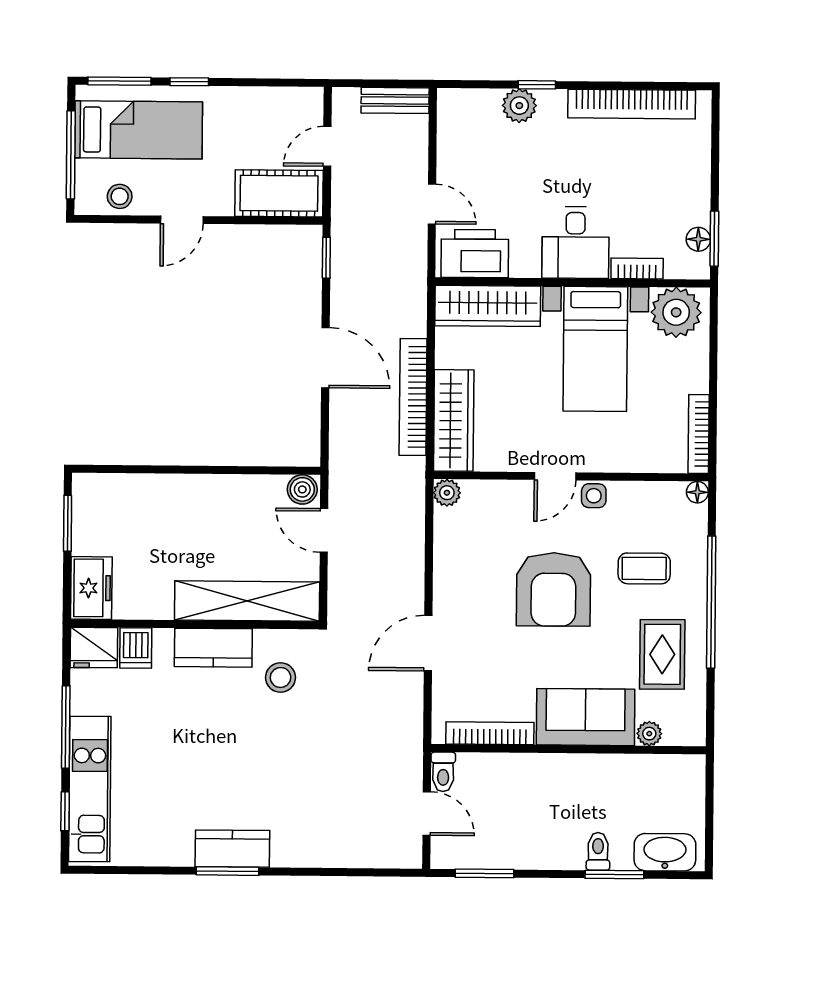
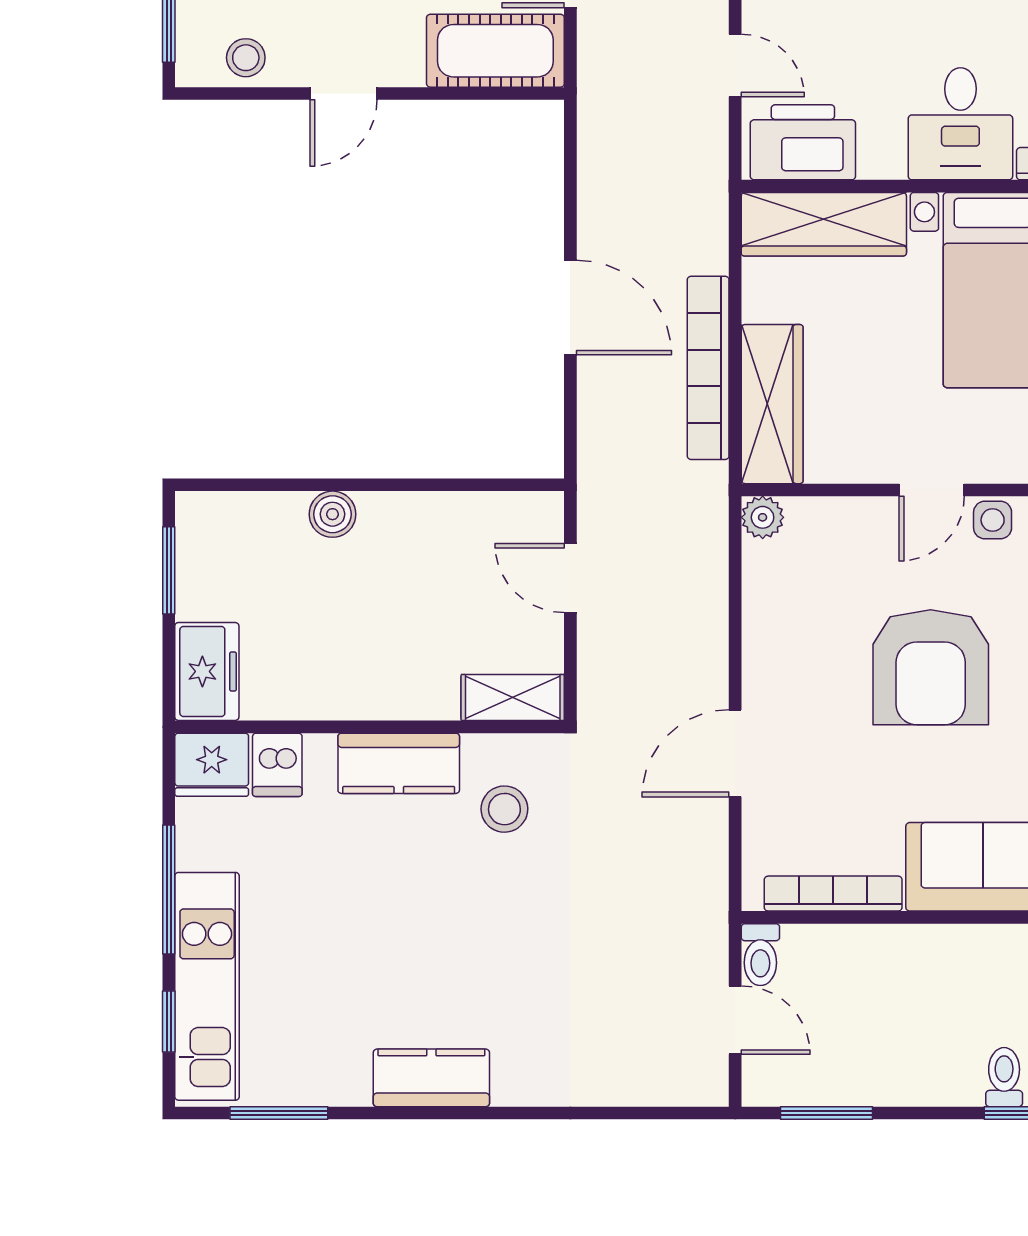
window: (326, 258) -> (570, 151), removed
boiler: (302, 489) -> (333, 514), moved
shelving: (247, 601) -> (513, 697), width x0.45, depth x0.75
window: (227, 871) -> (279, 1113), moved

